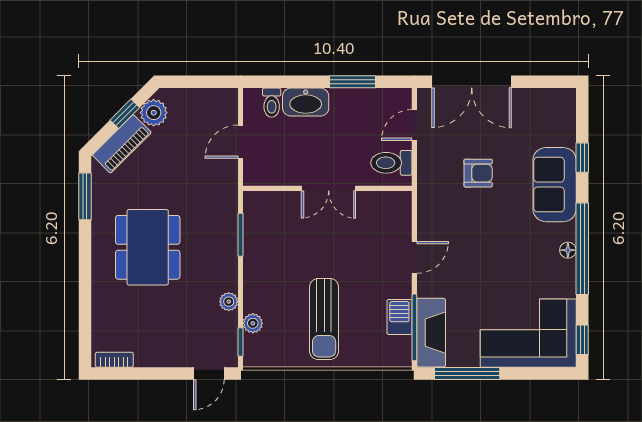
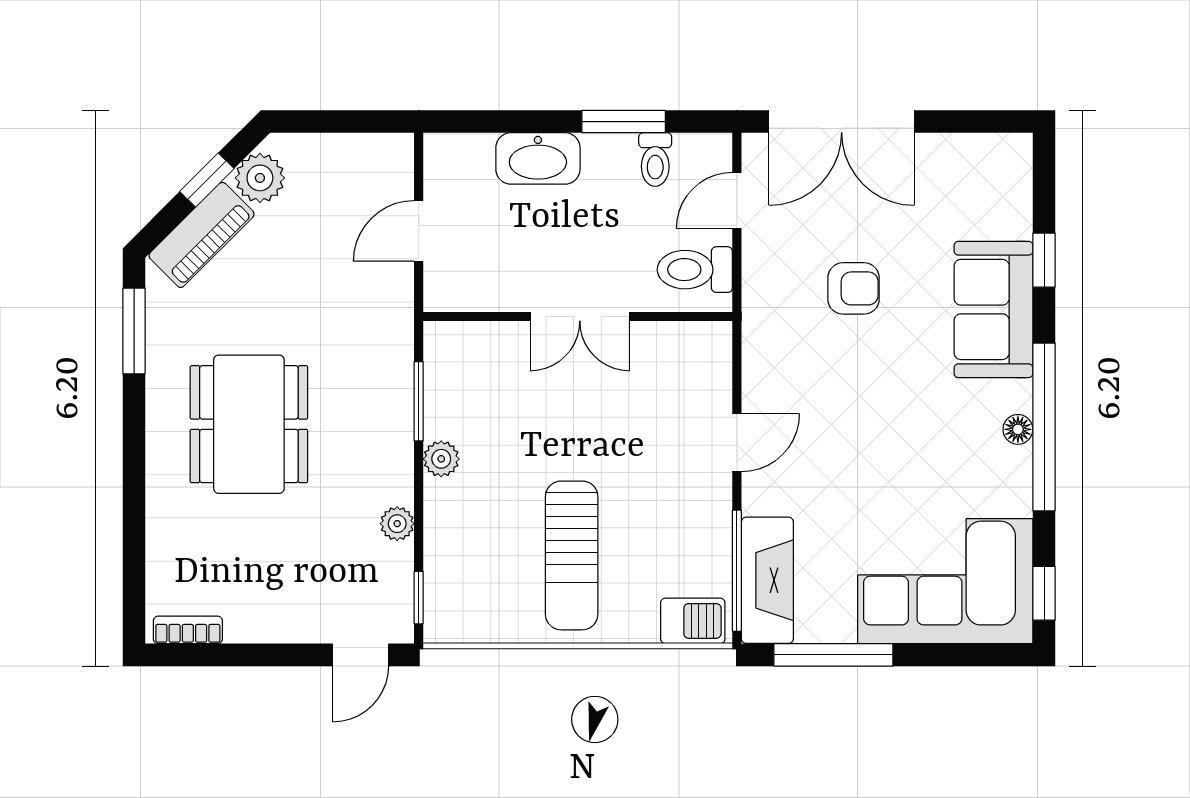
toilet: (272, 103) -> (655, 160), moved
barbecue: (399, 317) -> (693, 621), moved, turned 90
plant: (253, 323) -> (441, 459), moved

